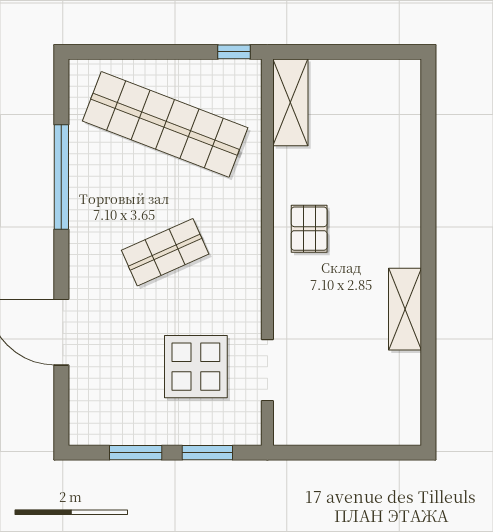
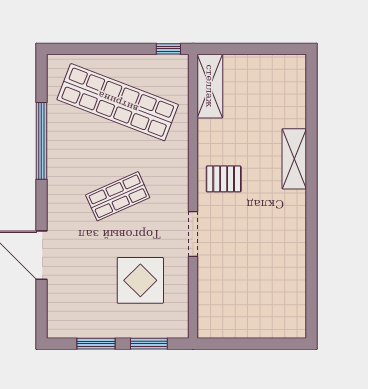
pallet: (309, 229) -> (224, 179), turned 90
shelving: (405, 309) -> (294, 159), moved
doorway: (267, 370) -> (193, 234), moved

